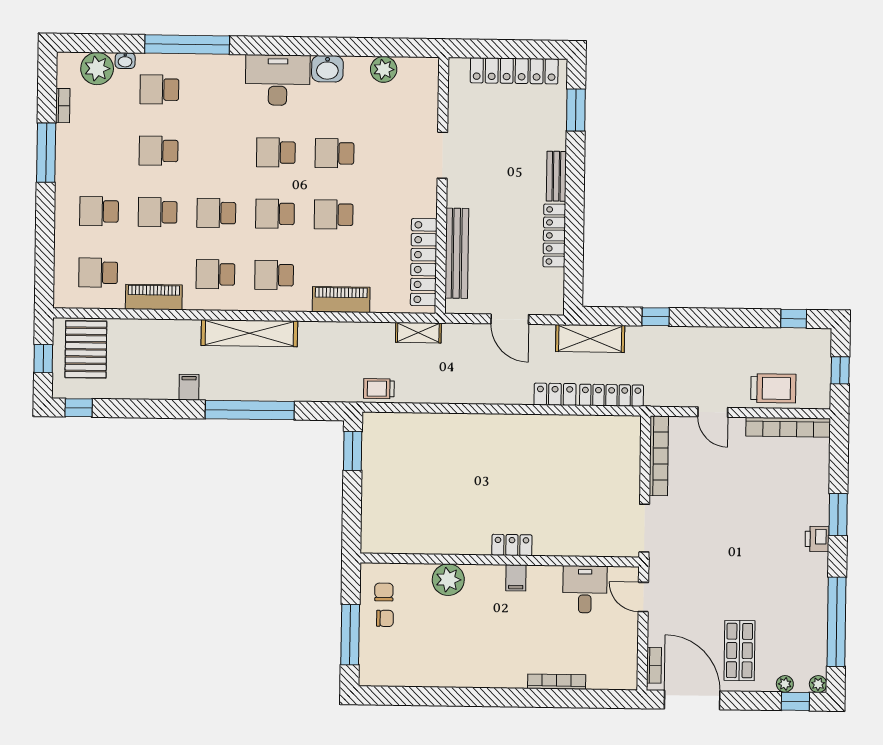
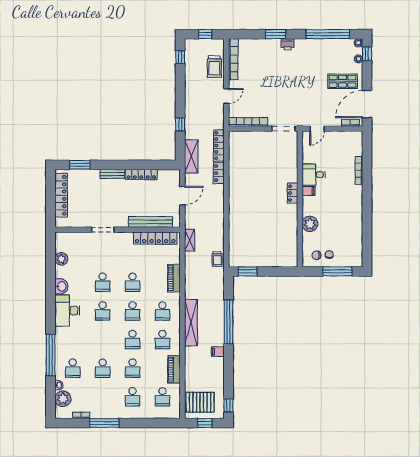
trolley: (773, 388) -> (214, 67), turned 180
desk: (585, 589) -> (314, 175), moved

